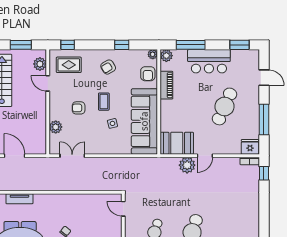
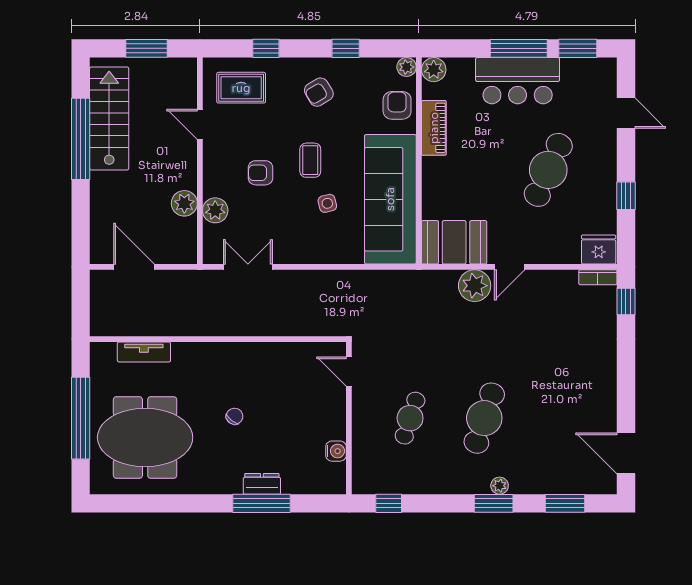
window: (68, 45) -> (266, 48), moved
window: (191, 45) -> (519, 48), moved
plant: (40, 64) -> (184, 203), moved
armchair: (148, 74) -> (397, 105), turned 180
window: (264, 120) -> (626, 196), width x0.46

